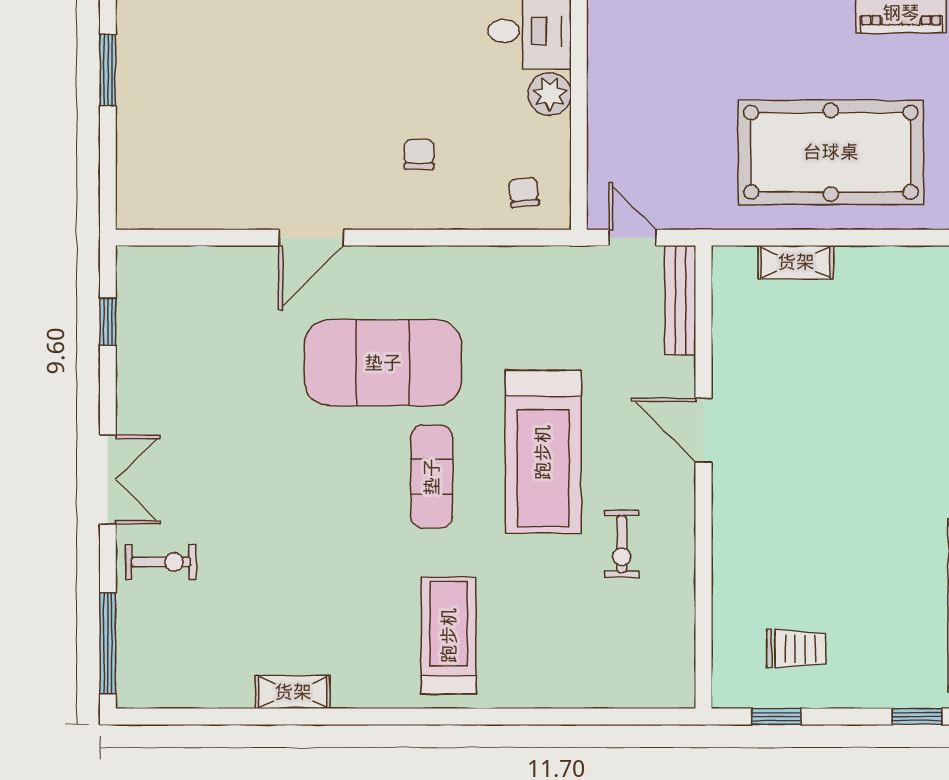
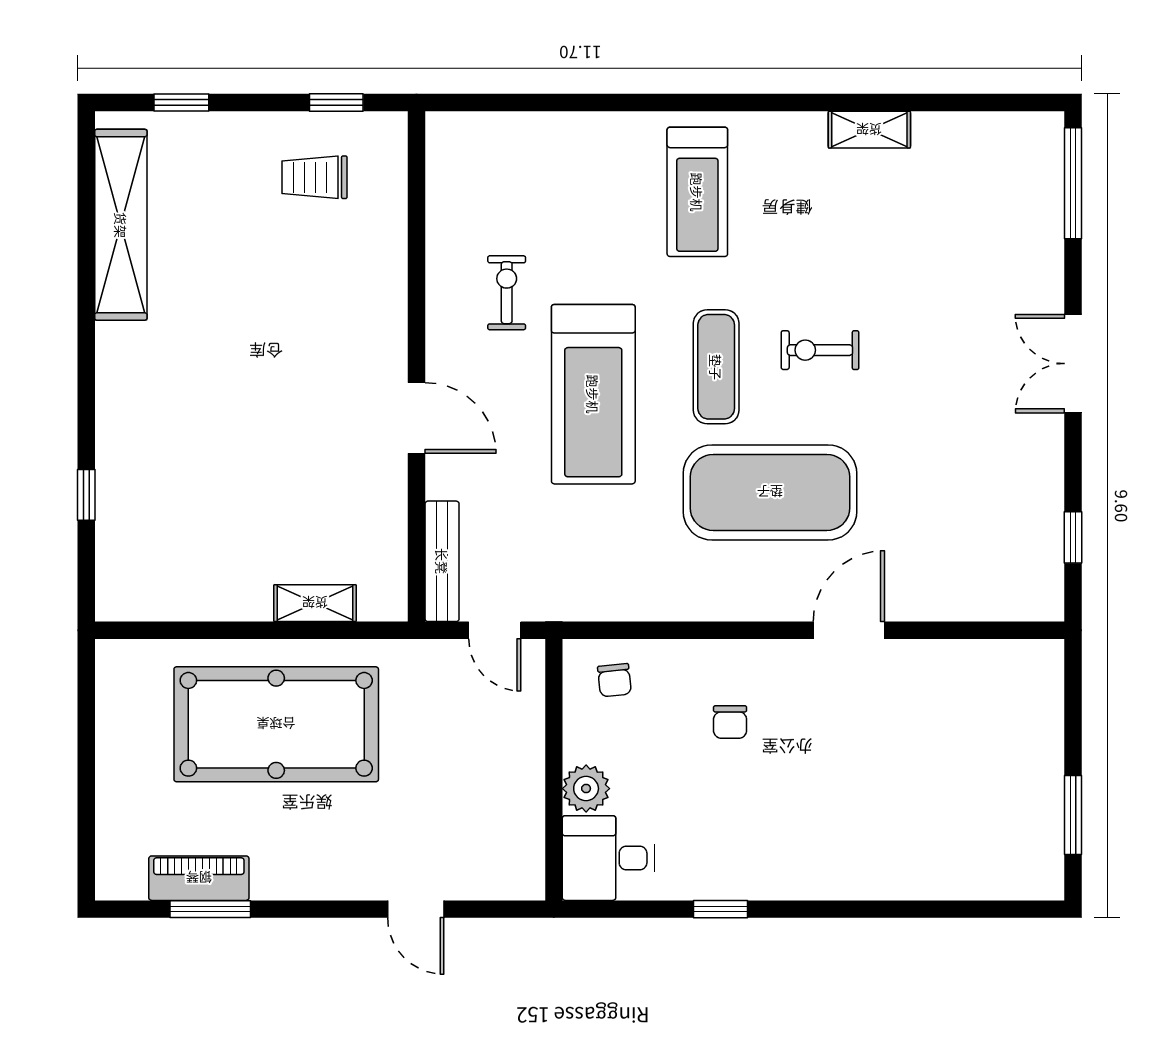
treadmill: (543, 452) -> (593, 394), turned 180
exercise bike: (161, 562) -> (820, 350), moved

